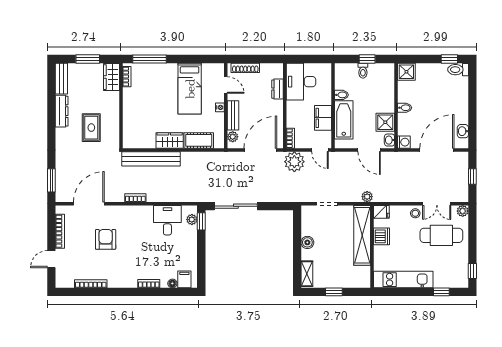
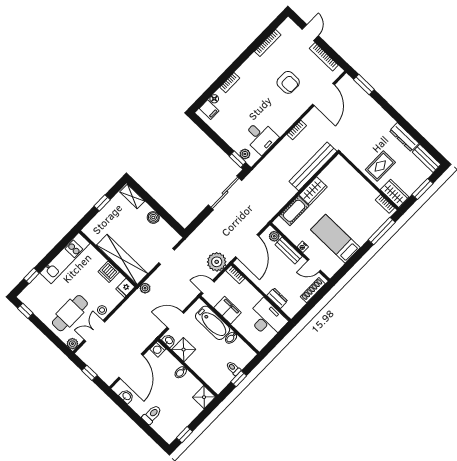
toilet: (458, 70) -> (152, 415), moved
rug: (91, 128) -> (380, 166), moved, turned 90

